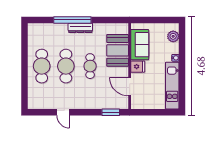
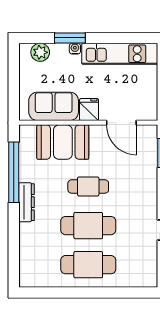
window: (72, 20) -> (14, 172), moved
window: (182, 55) -> (70, 38), added
door: (130, 87) -> (121, 123), hinge flipped

